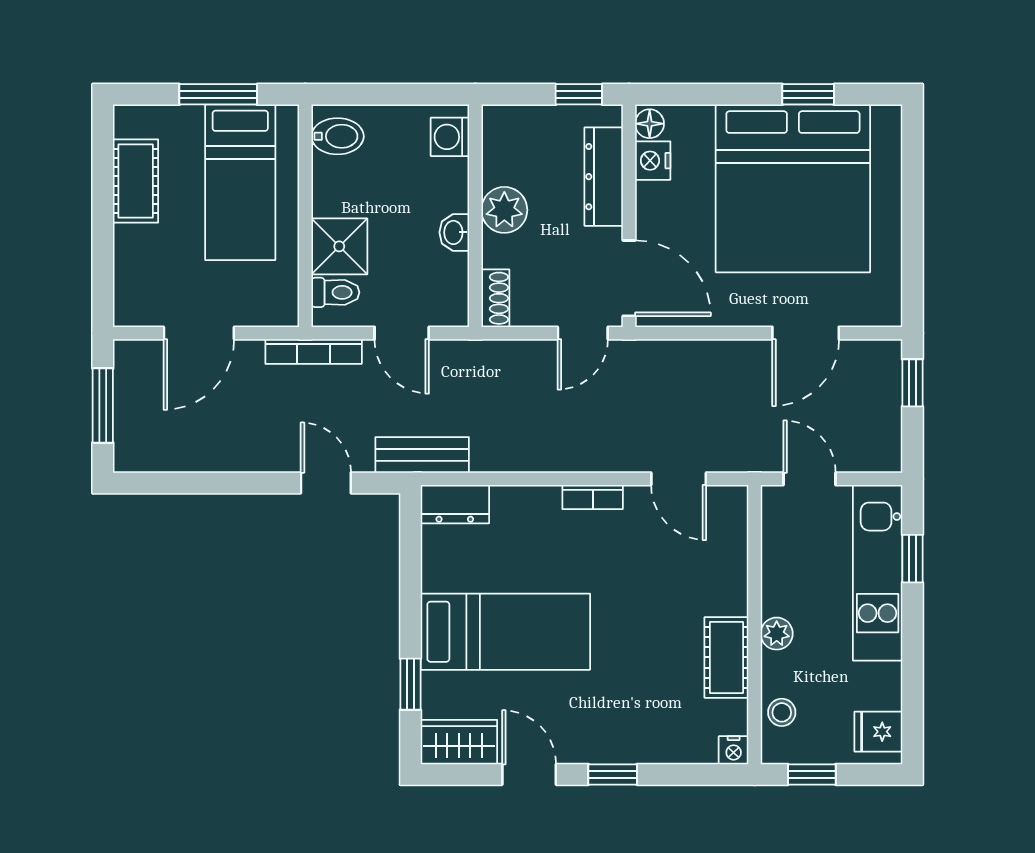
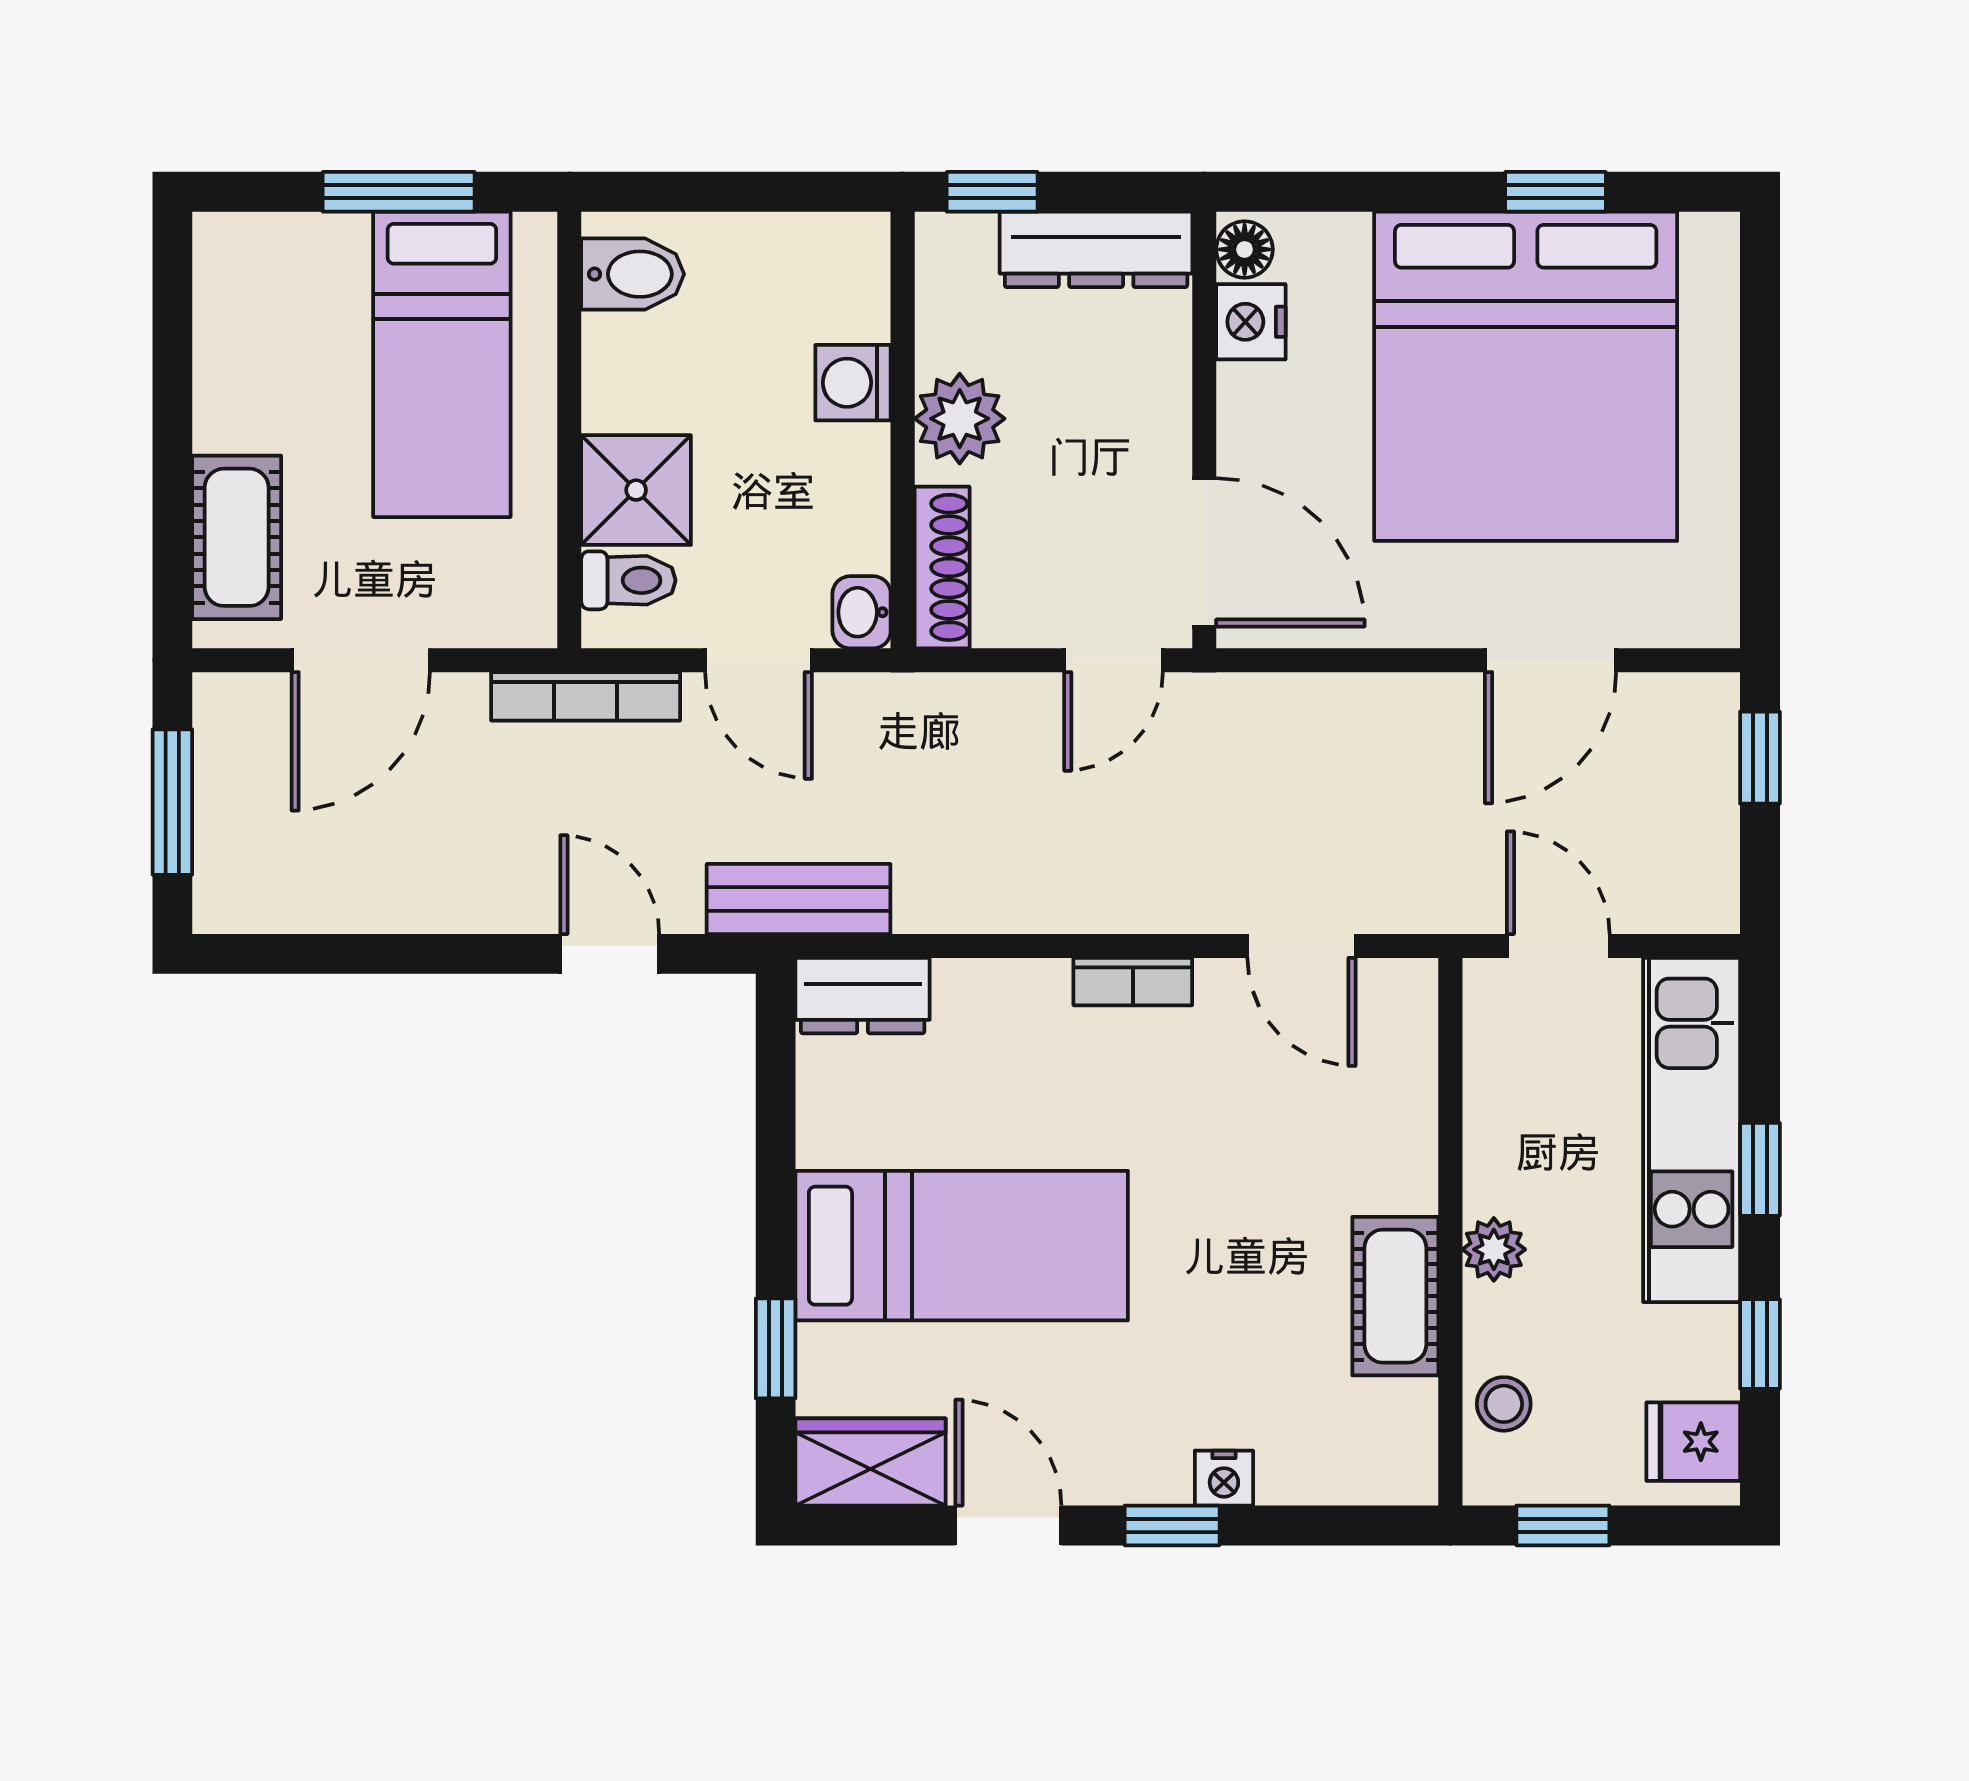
window: (579, 94) -> (992, 192), moved
washing machine: (450, 137) -> (853, 383), moved
dresser: (604, 177) -> (1096, 249), moved, turned -90
cot: (136, 181) -> (237, 537), moved
washbasin: (454, 232) -> (862, 612), moved
shoe rack: (495, 298) -> (942, 567), width x1.43
window: (912, 559) -> (1760, 1169), moved
window: (912, 682) -> (1760, 1344), added
nightstand: (734, 750) -> (1224, 1478), moved

